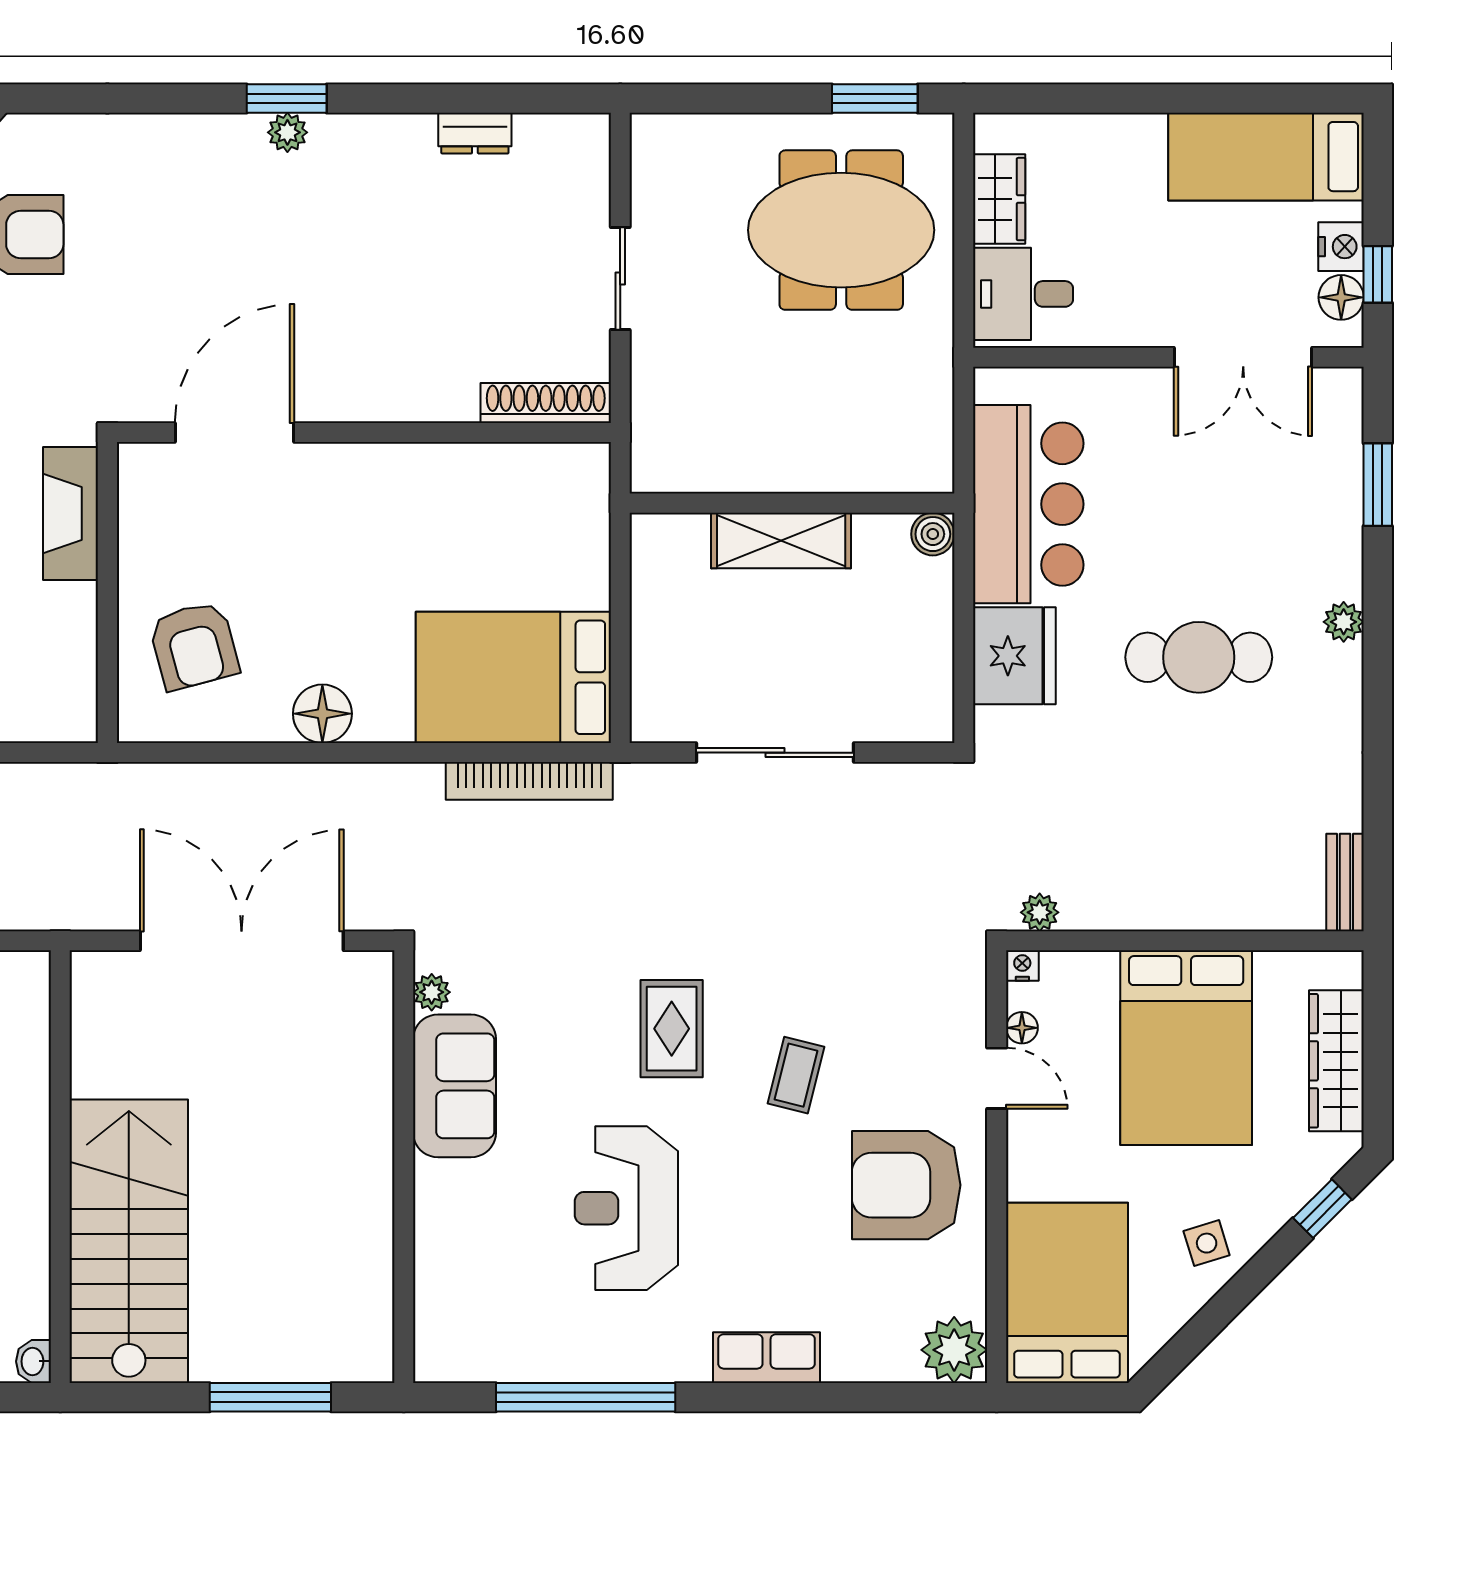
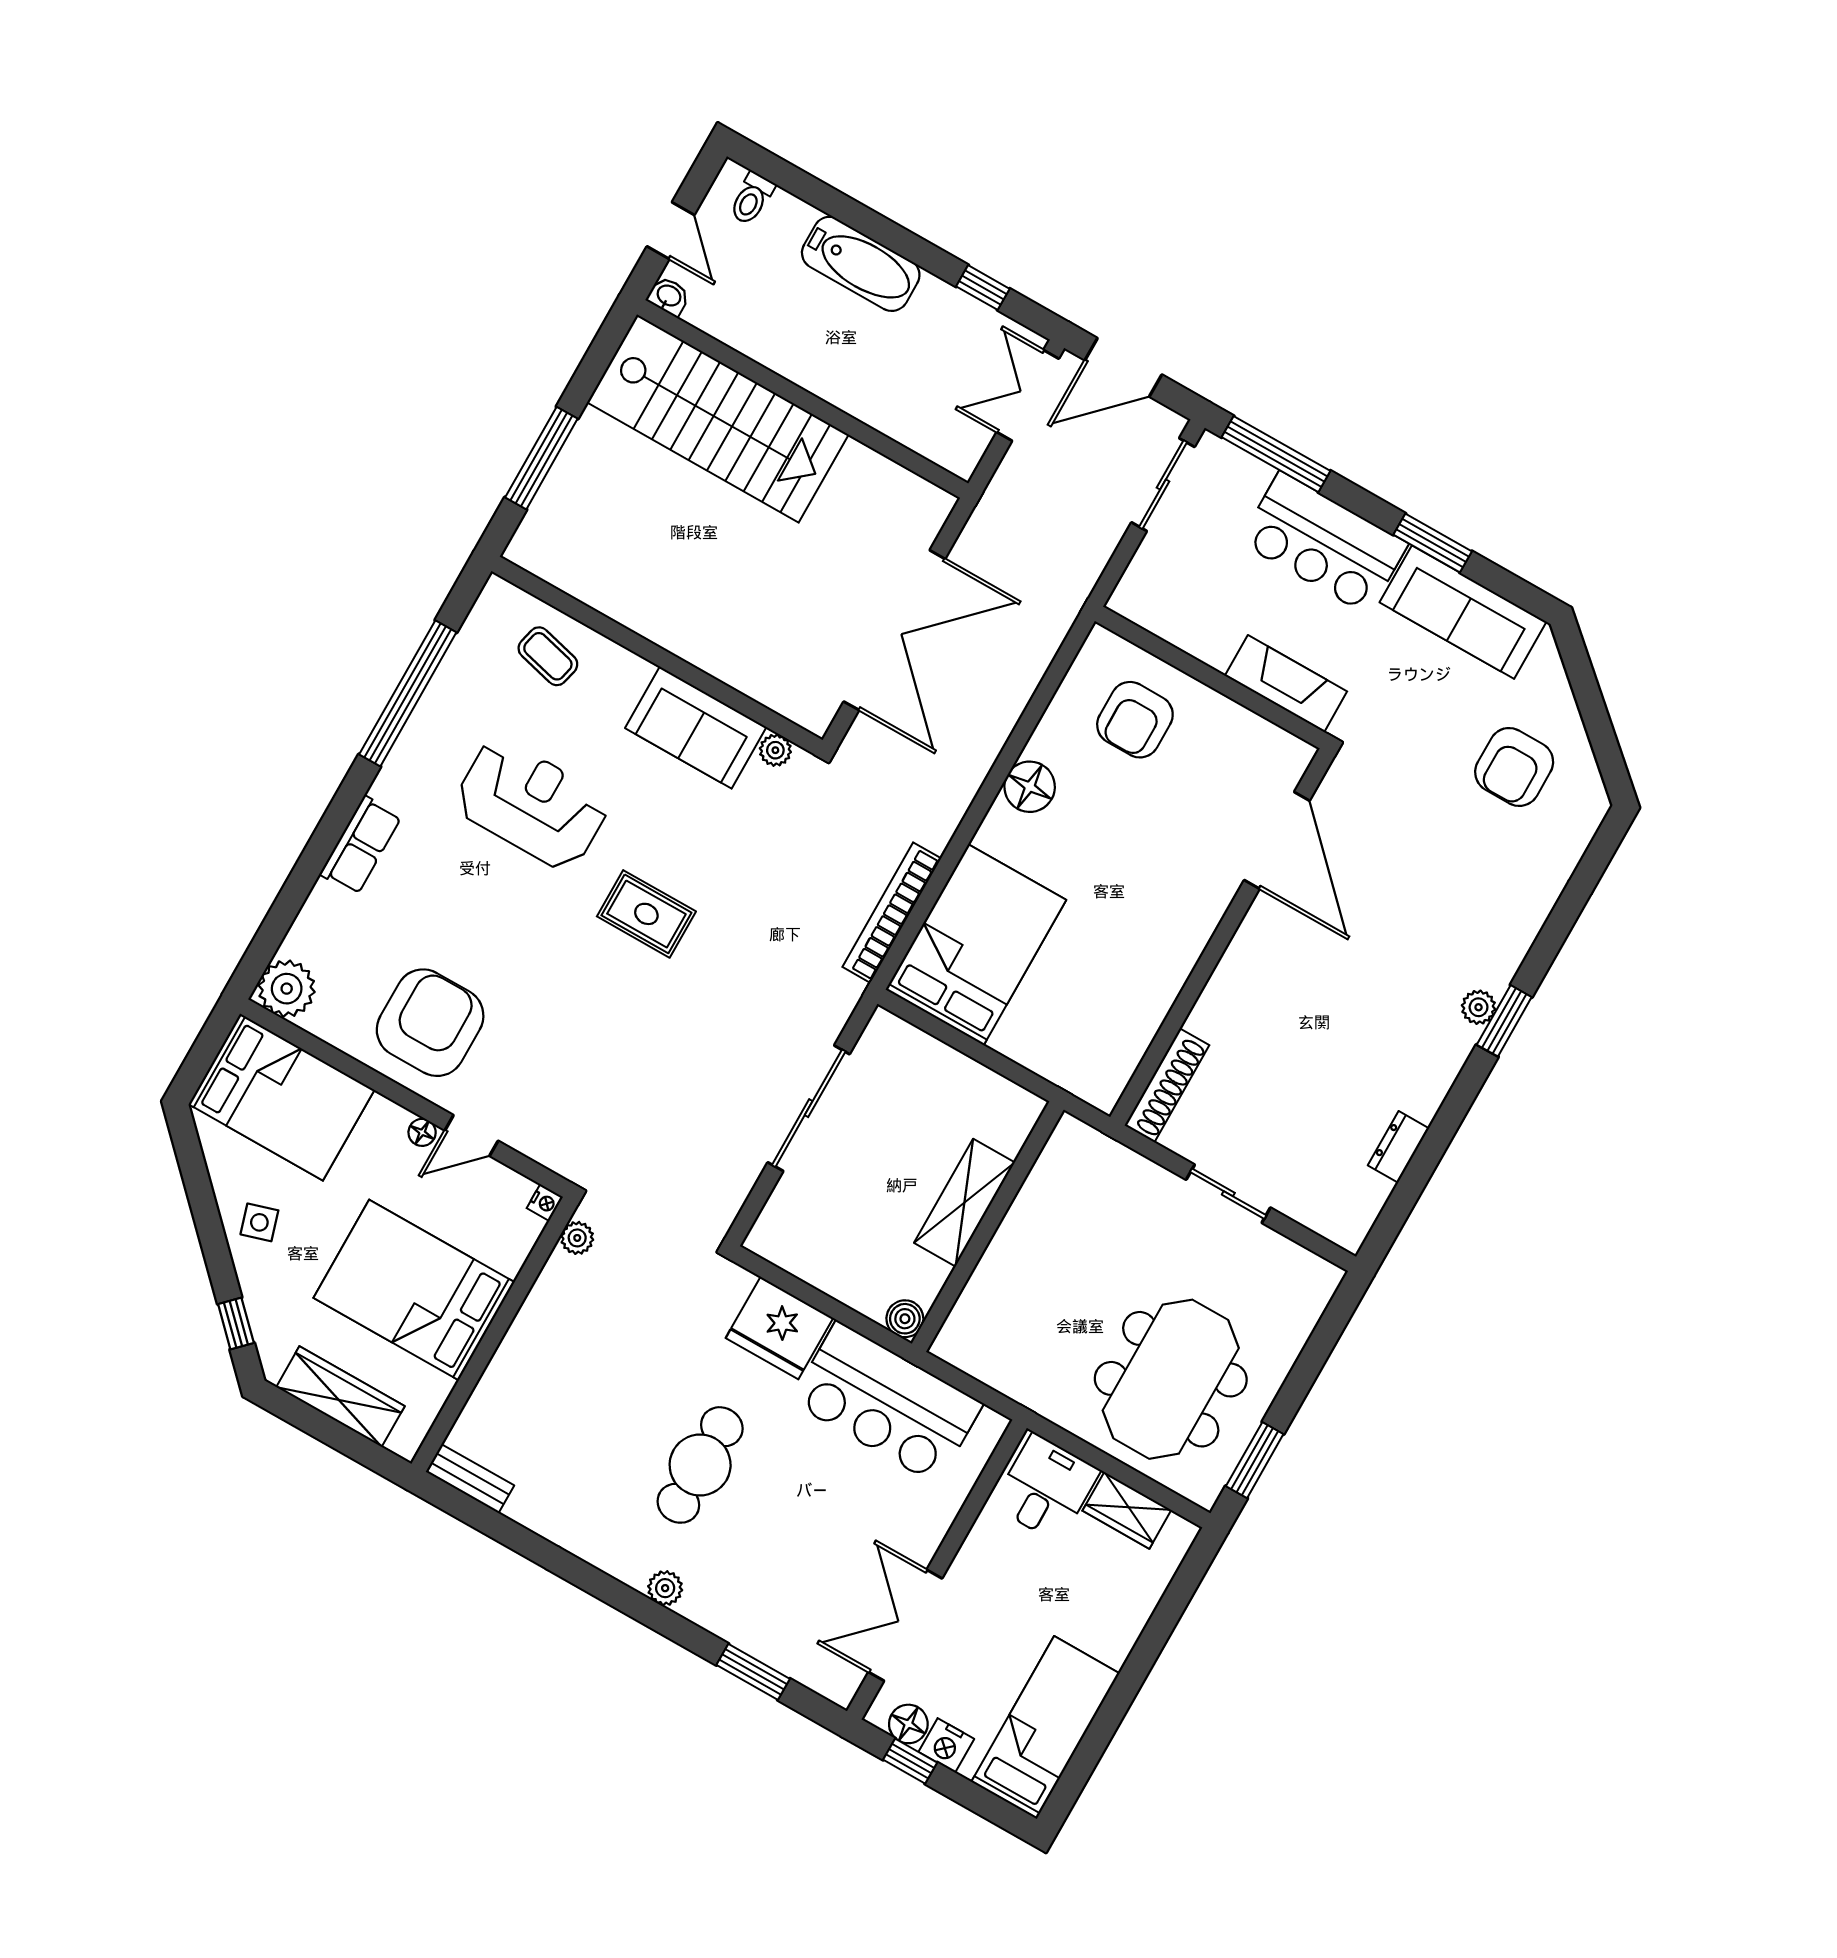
armchair: (194, 646) -> (1135, 720), turned -75
floor lamp: (1022, 1028) -> (422, 1132), moved
coffee table: (796, 1075) -> (548, 656), moved

